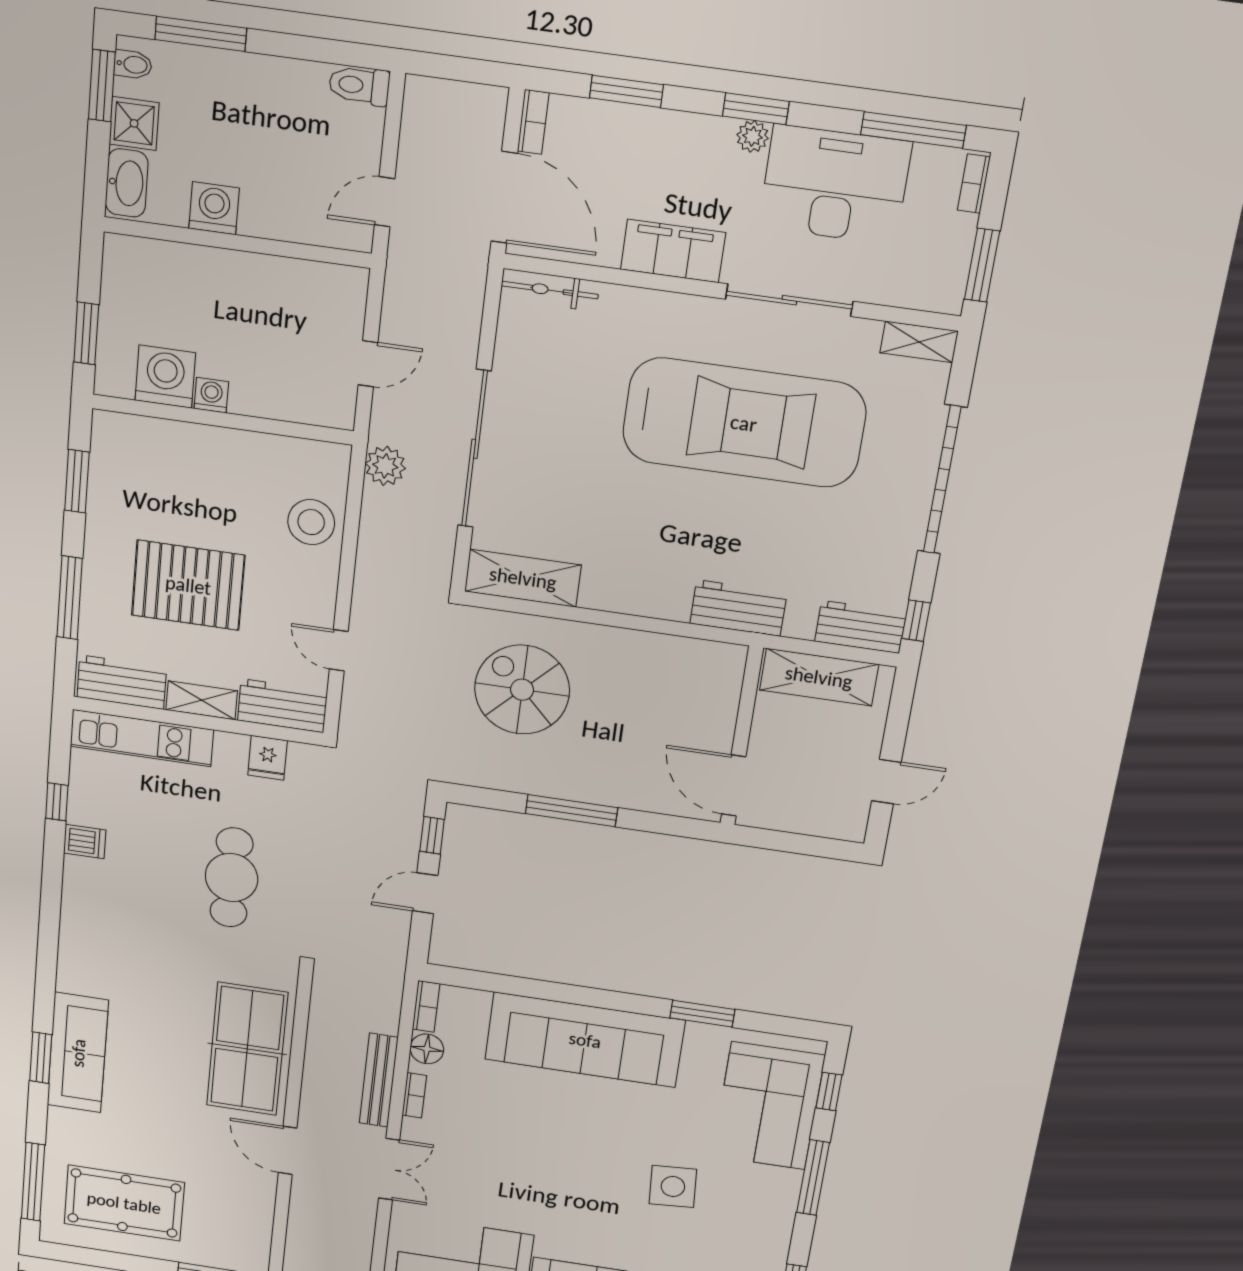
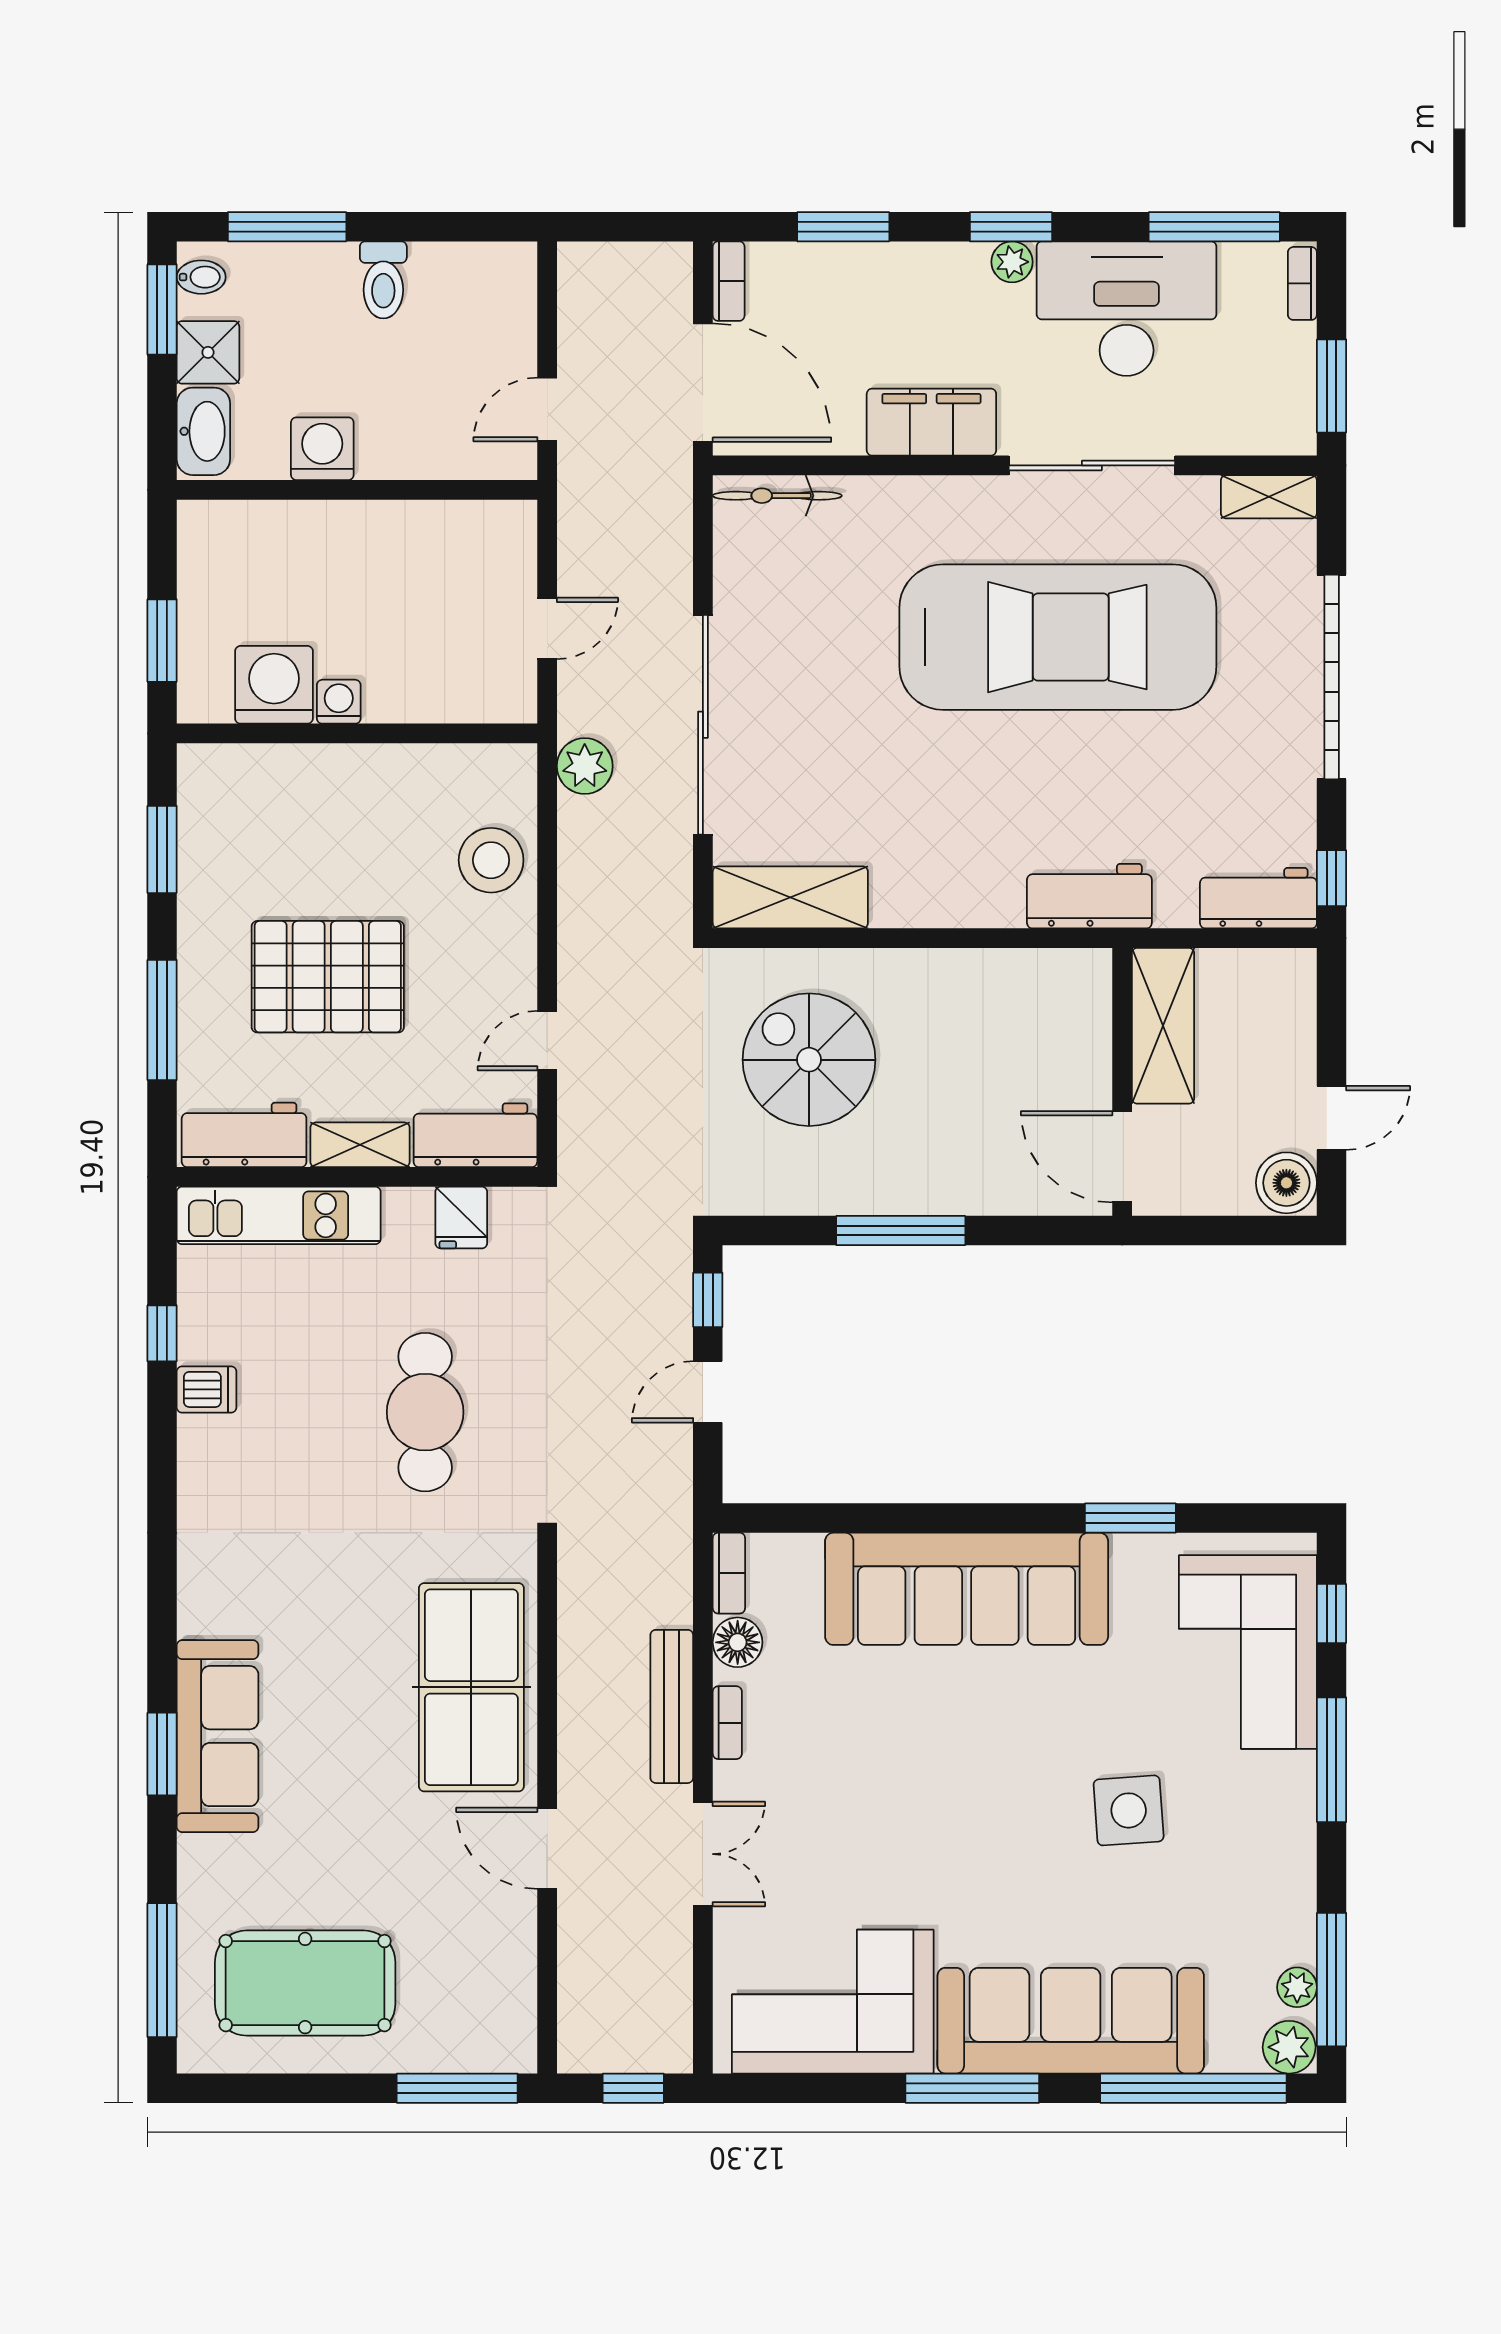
toilet: (359, 85) -> (383, 280), moved, turned -90
door: (339, 650) -> (547, 1041), hinge flipped
shelving: (819, 677) -> (1163, 1026), moved, turned 90
boiler: (847, 819) -> (1286, 1183), added

